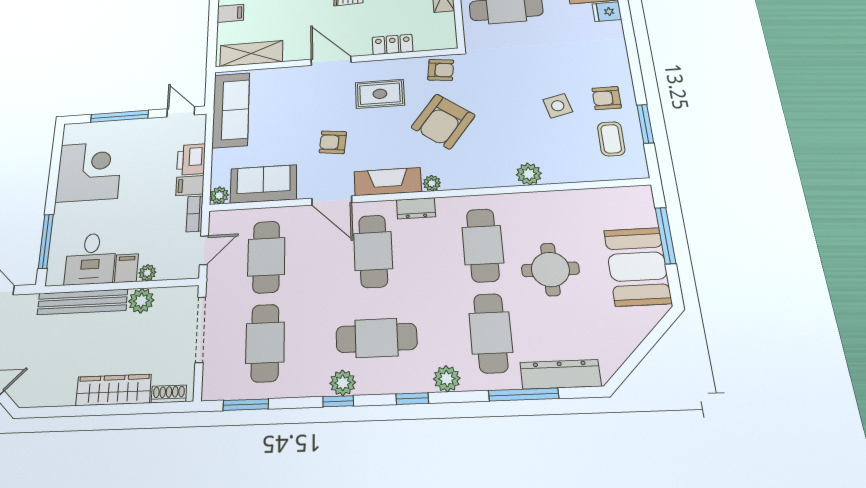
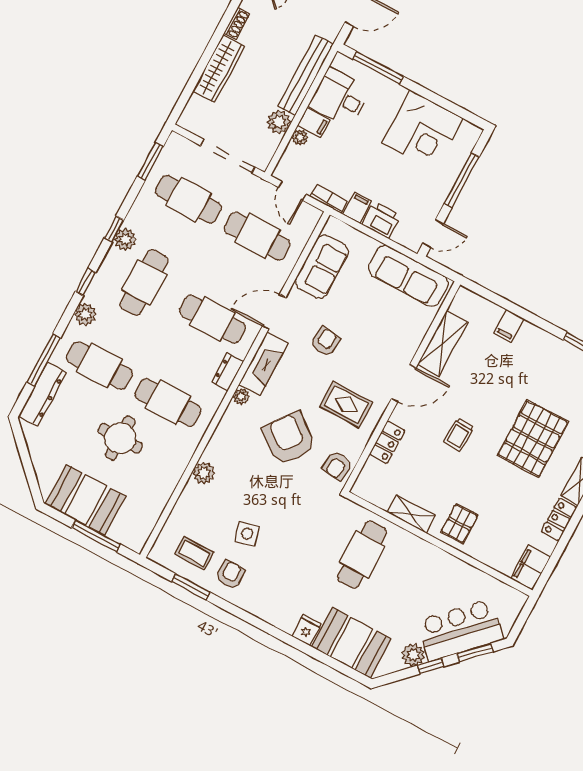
shelving: (251, 54) -> (443, 343), moved
rug: (380, 94) -> (346, 404), turned 90
plant: (219, 195) -> (333, 227), removed
shoe rack: (169, 394) -> (237, 24), moved

